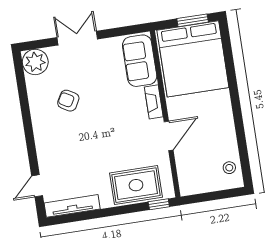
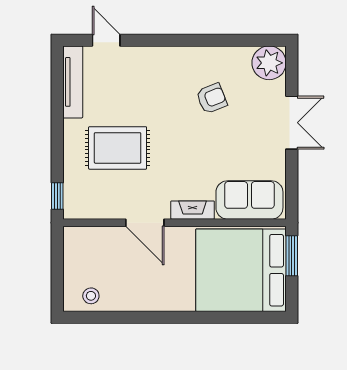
window: (193, 20) -> (292, 256), moved
armchair: (68, 101) -> (212, 98), turned 38
rug: (136, 185) -> (118, 148), moved, turned 90

